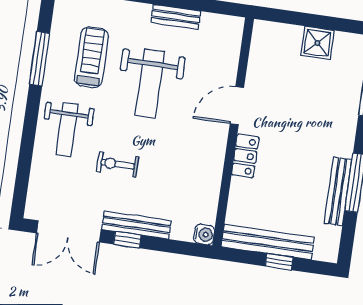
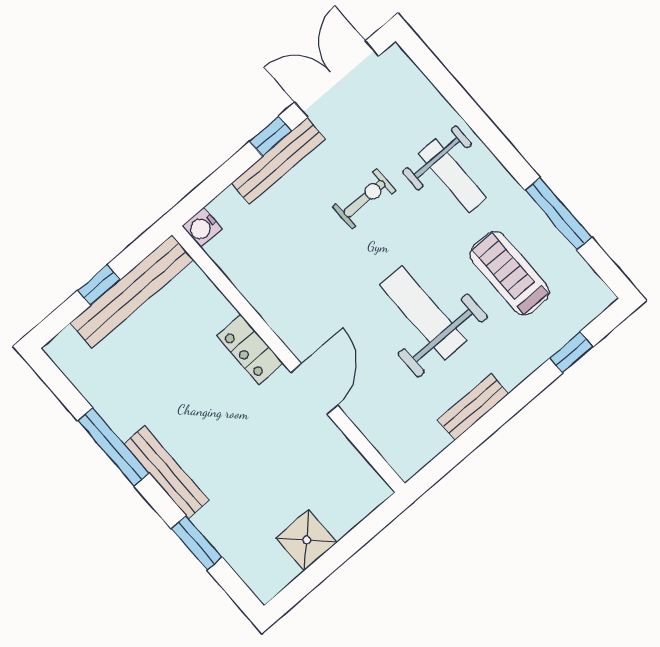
treadmill: (92, 57) -> (510, 273), turned 180
weight bench: (67, 130) -> (452, 176), turned 180
bench: (338, 191) -> (166, 472), moved

